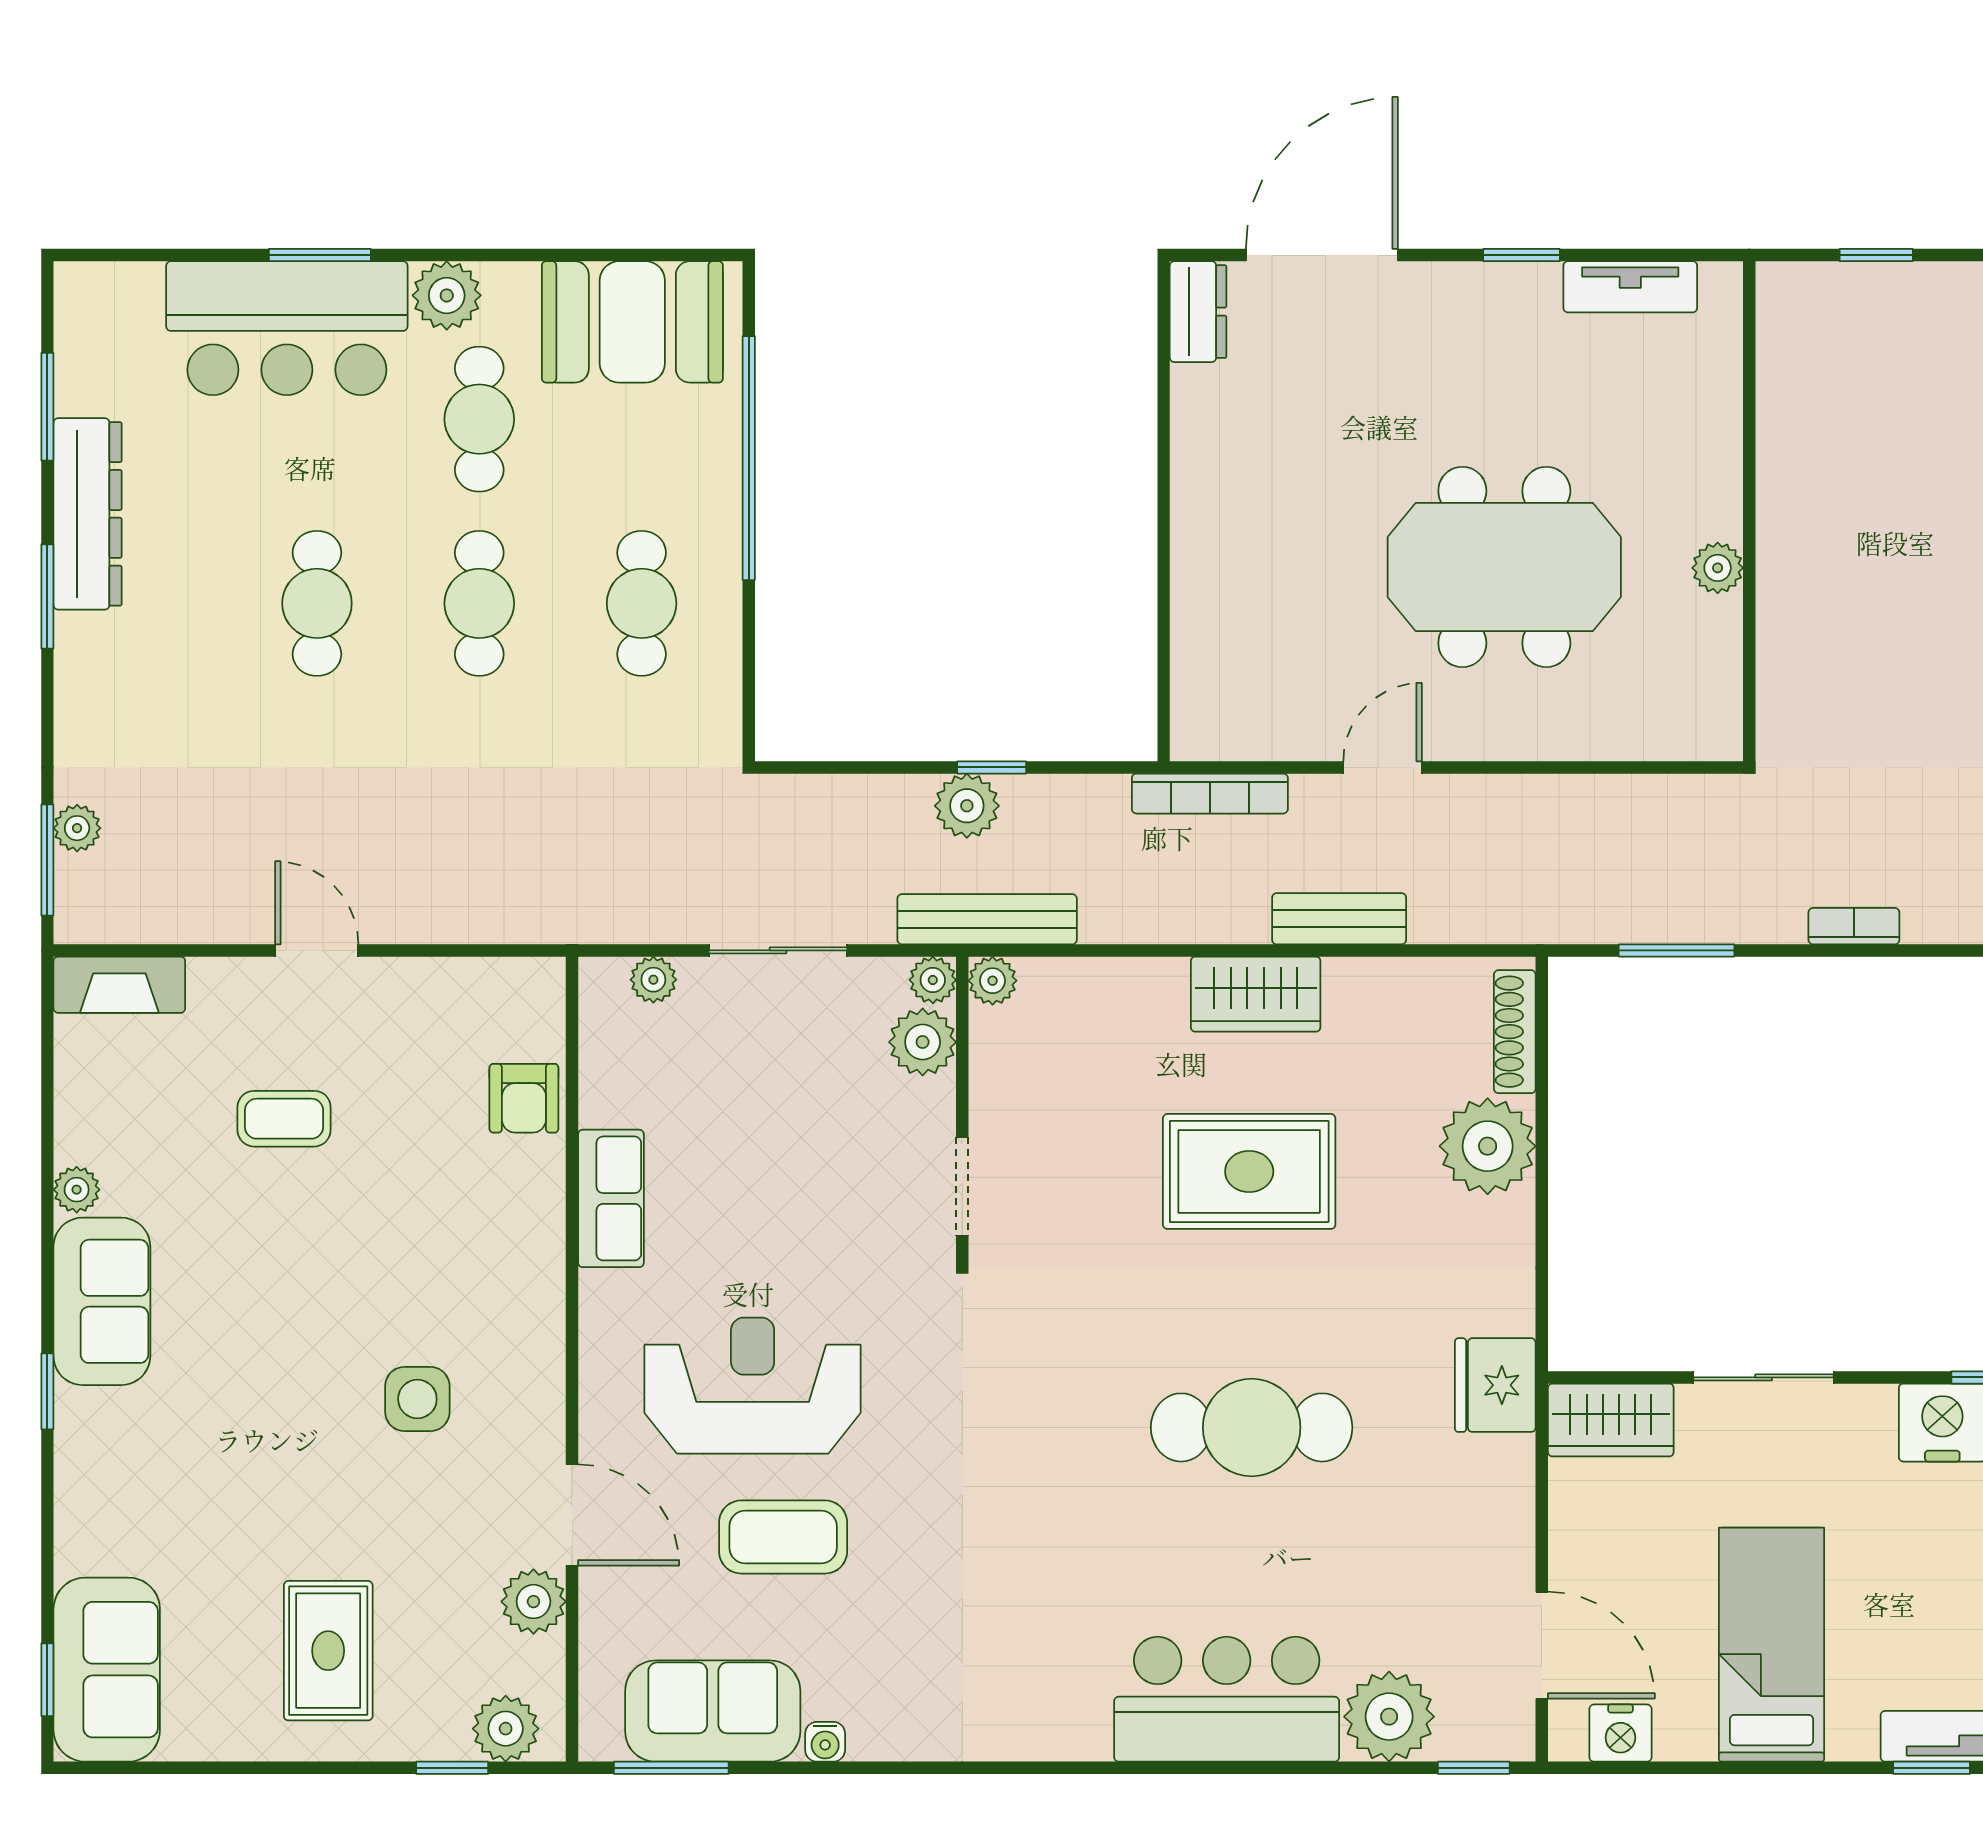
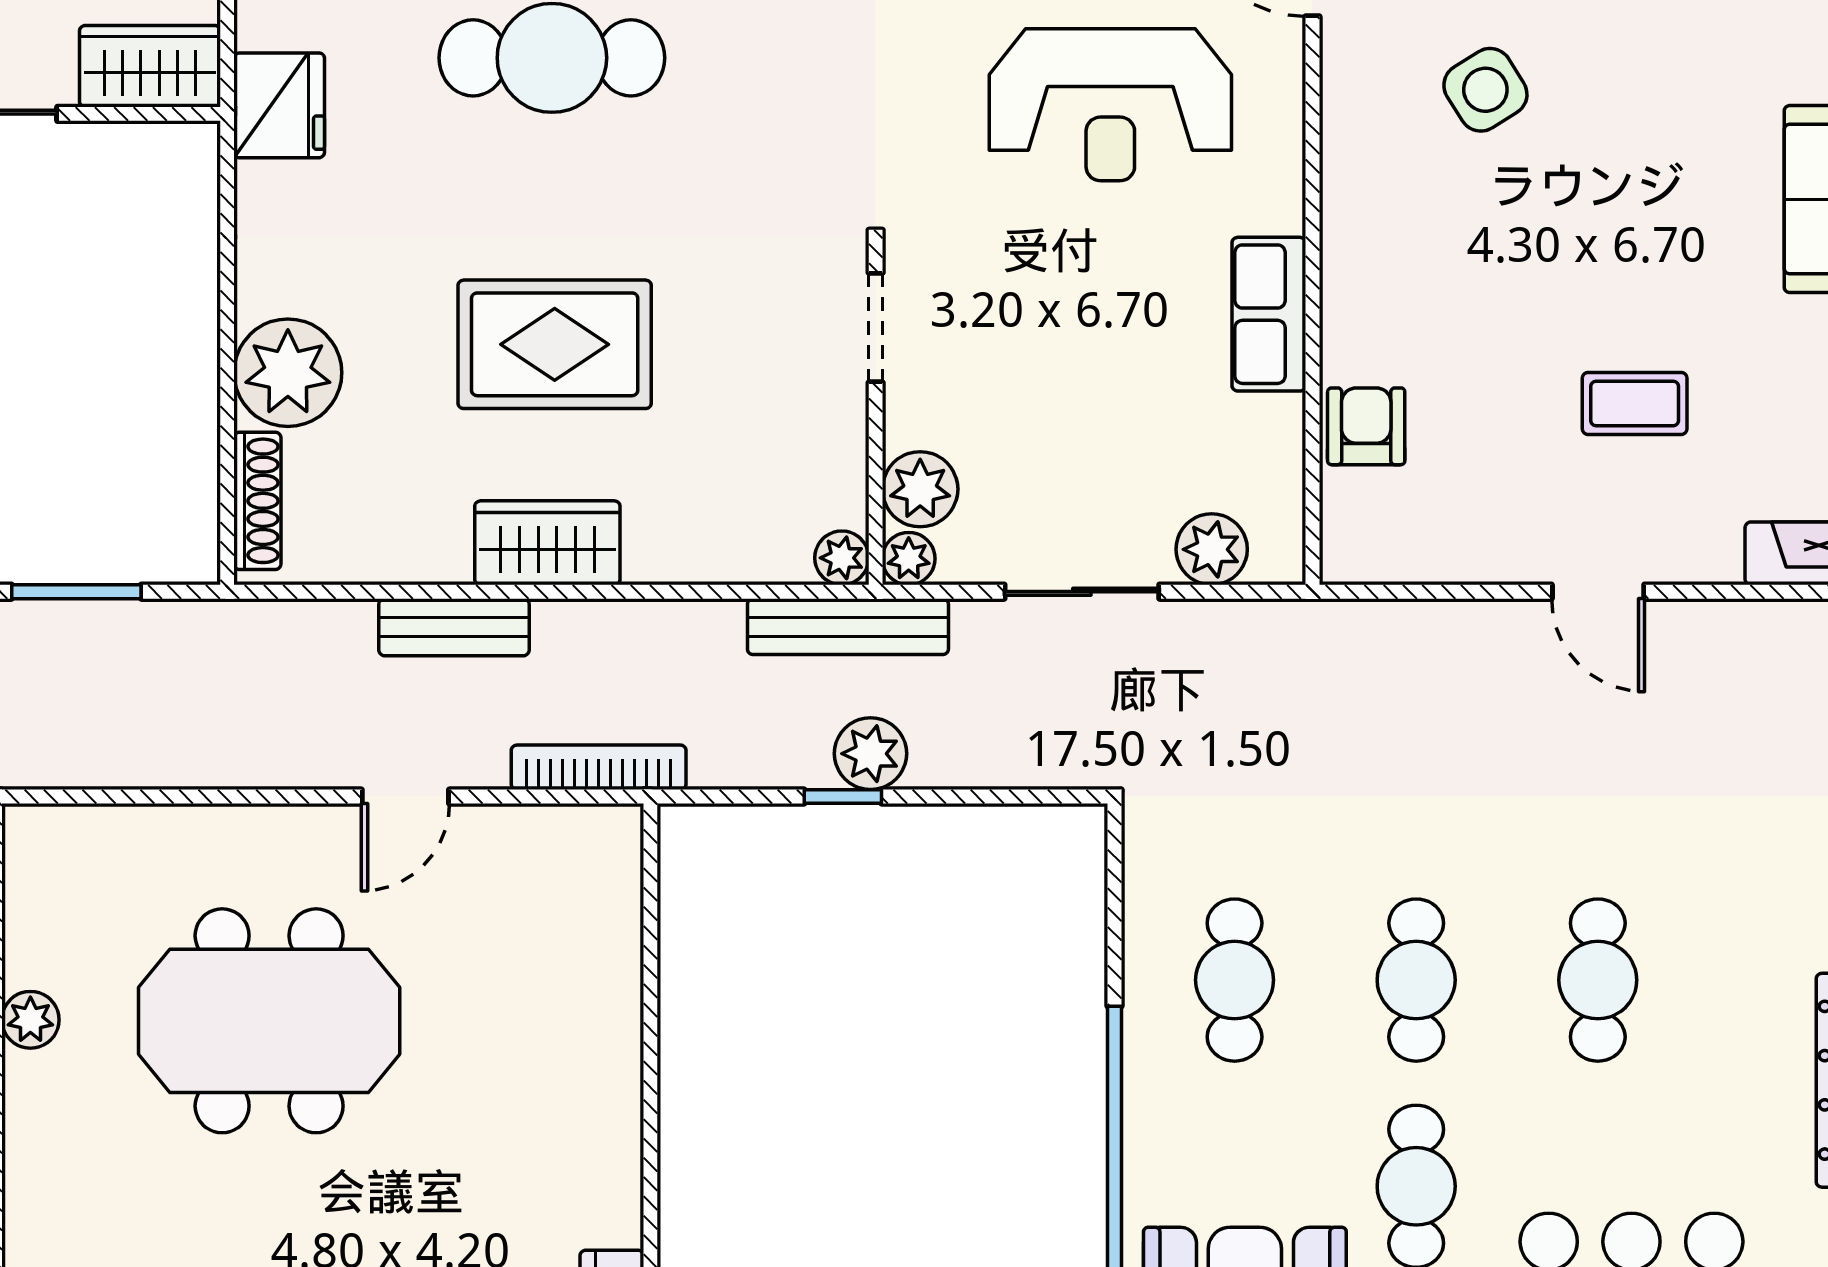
plant: (653, 980) -> (1212, 549), width x1.38, depth x1.38
side table: (417, 1399) -> (1485, 90), turned -32

